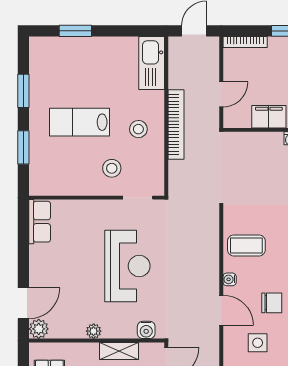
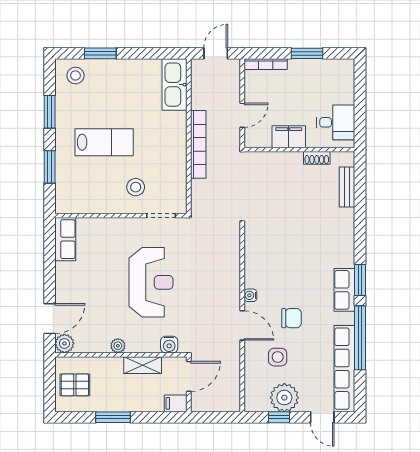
lab bench: (79, 122) -> (104, 142), turned 180
stool: (138, 129) -> (75, 75), moved
coffee table: (246, 245) -> (267, 262), removed

